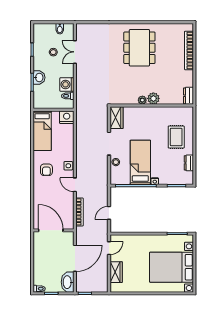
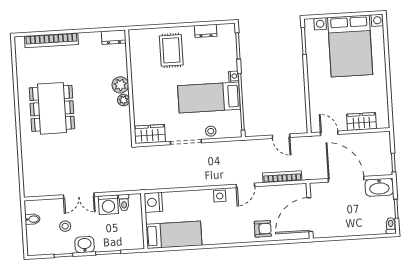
dining table: (139, 48) -> (52, 108), turned 90
double door: (75, 52) -> (79, 196), moved
washbasin: (39, 78) -> (85, 245), moved
rug: (176, 137) -> (171, 50), turned 90
armchair: (46, 170) -> (263, 229), moved

